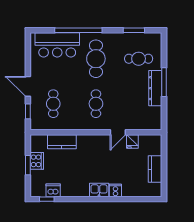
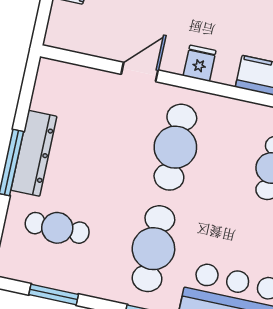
cafe table: (96, 104) -> (175, 147), width x1.37, depth x1.35
fridge: (132, 141) -> (200, 63), moved

